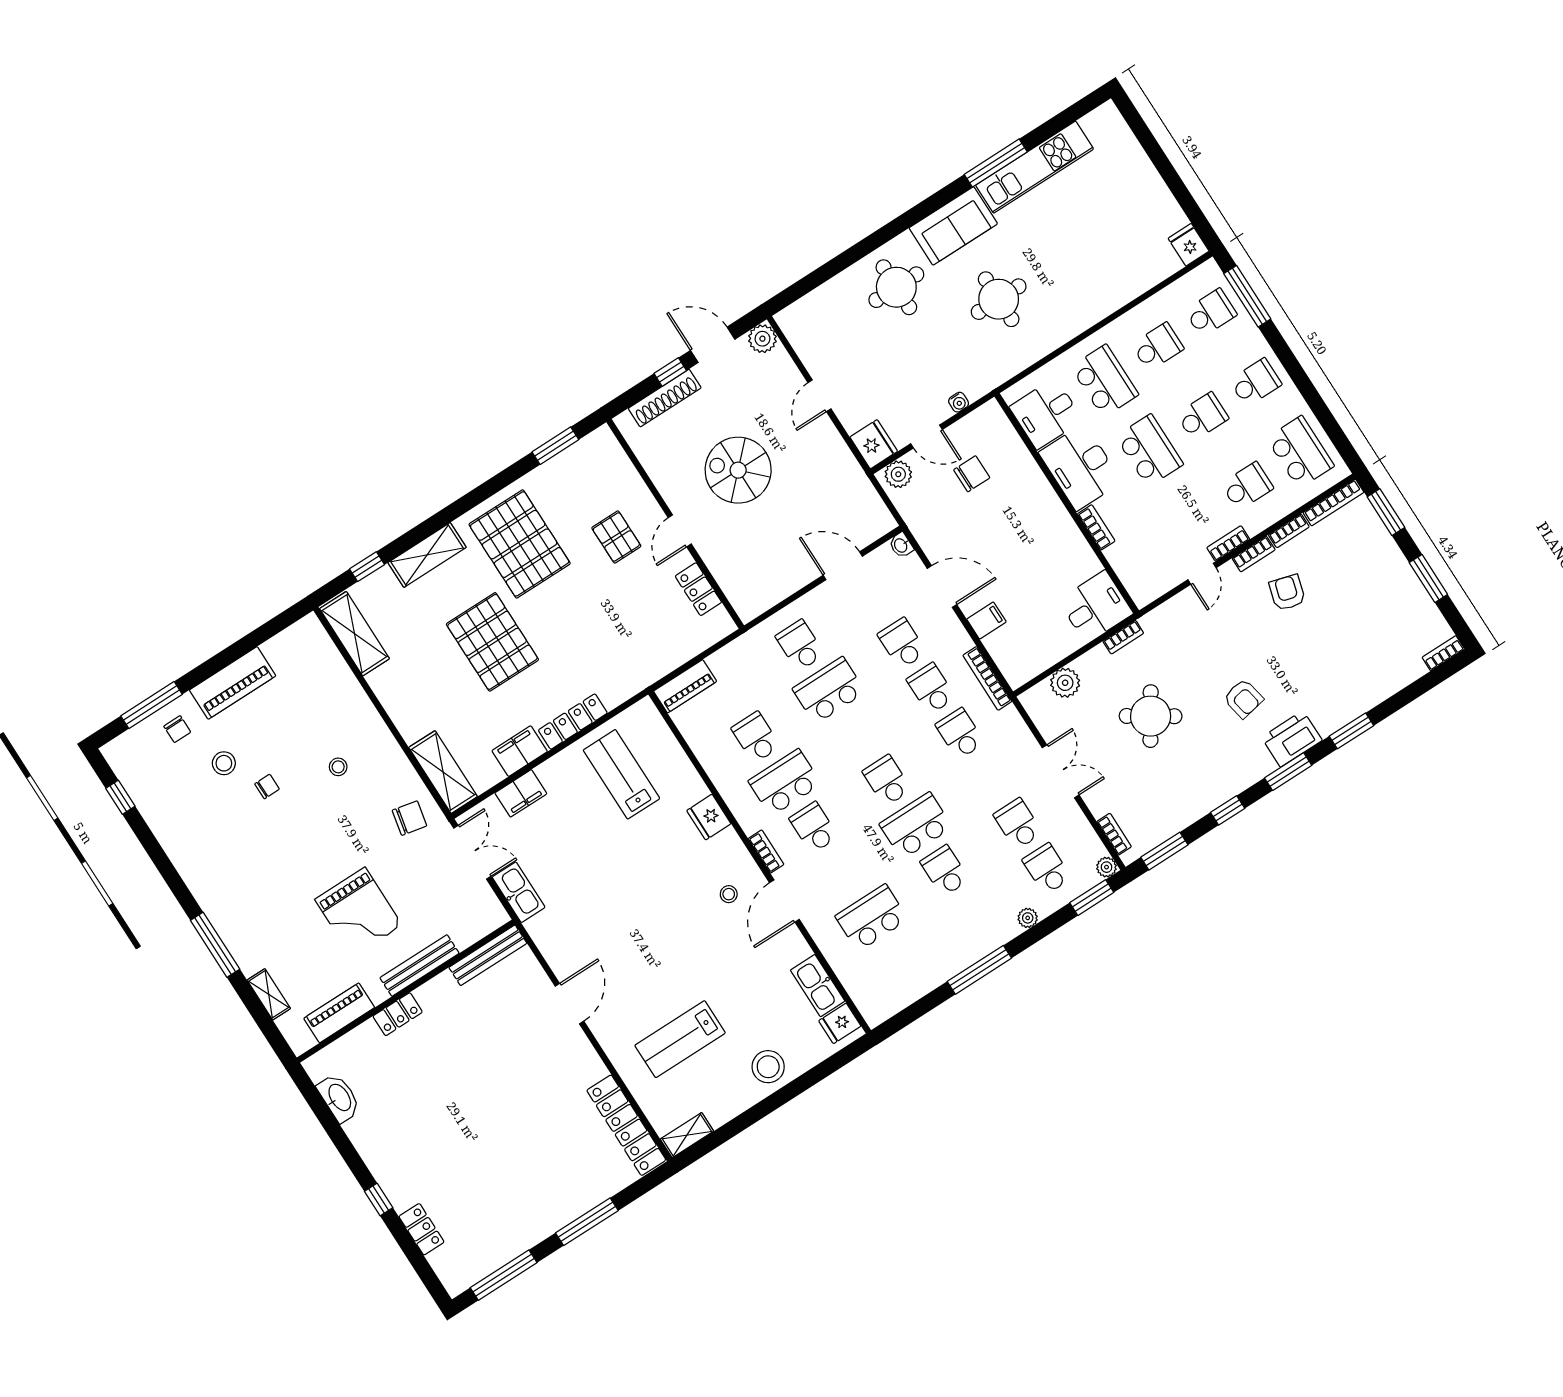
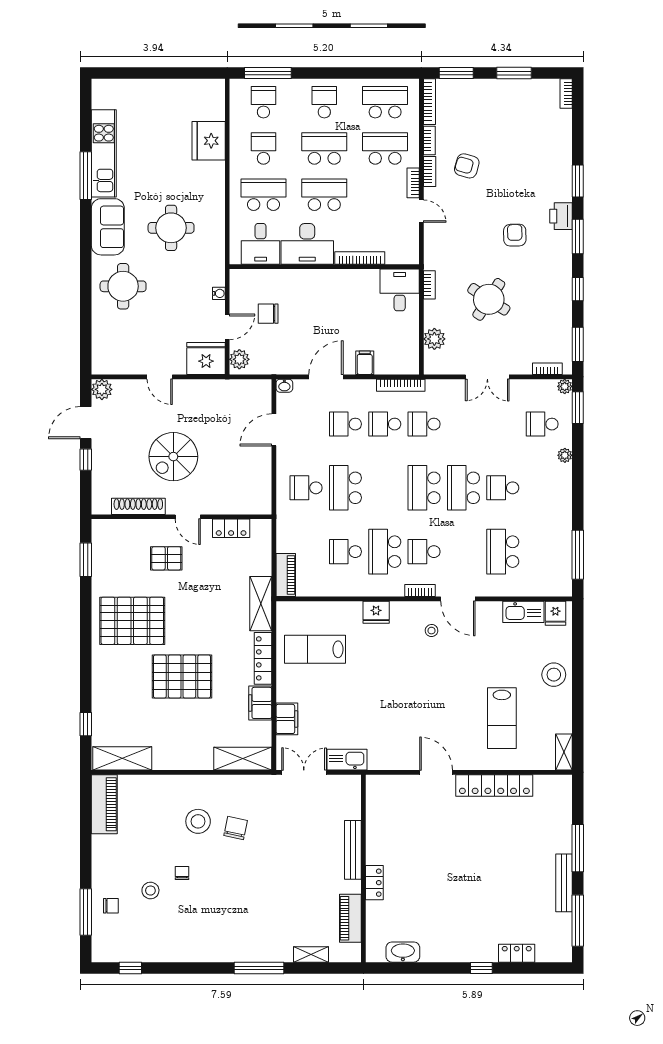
fridge: (1189, 245) -> (209, 141), moved, width x1.88, depth x1.34
shoe rack: (665, 398) -> (138, 506), moved, turned -90
school desk: (1202, 416) -> (324, 148), width x1.85
fridge: (874, 444) -> (206, 358), width x1.36, depth x1.34
chair: (972, 474) -> (268, 314), turned -90
school desk: (1247, 486) -> (385, 148), width x1.85
bookcase: (1096, 527) -> (360, 258), width x1.56
shelving: (427, 555) -> (261, 604), moved
piano: (233, 683) -> (104, 804), moved
armchair: (1243, 699) -> (515, 235), turned -80
printer: (1292, 739) -> (561, 216), width x0.73, depth x0.84
stool: (338, 767) -> (198, 821), width x1.89, depth x1.89
double door: (1061, 771) -> (487, 377), swing flipped
school desk: (887, 781) -> (424, 488), width x1.85
chair: (409, 818) -> (236, 828), moved
school desk: (1018, 824) -> (503, 424), removed
grand piano: (358, 912) -> (296, 866), removed
bench: (488, 955) -> (564, 883), moved
window: (979, 970) -> (578, 555), moved
locker: (626, 1125) -> (494, 785), moved

